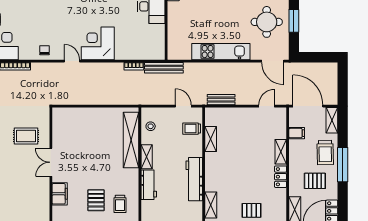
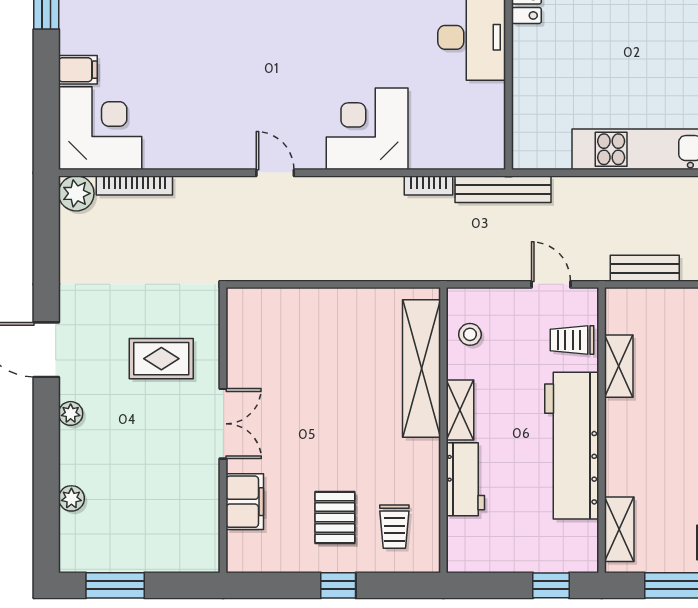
corner desk: (98, 43) -> (367, 129), moved
chair: (44, 50) -> (207, 146), removed
double door: (51, 162) -> (223, 424), swing flipped
workbench: (194, 179) -> (572, 446), width x1.36, depth x1.32

